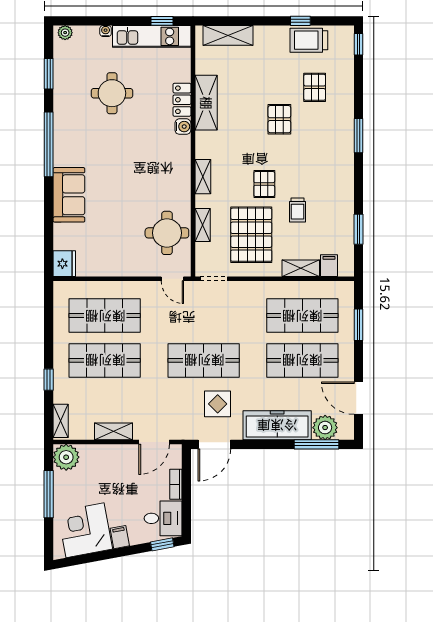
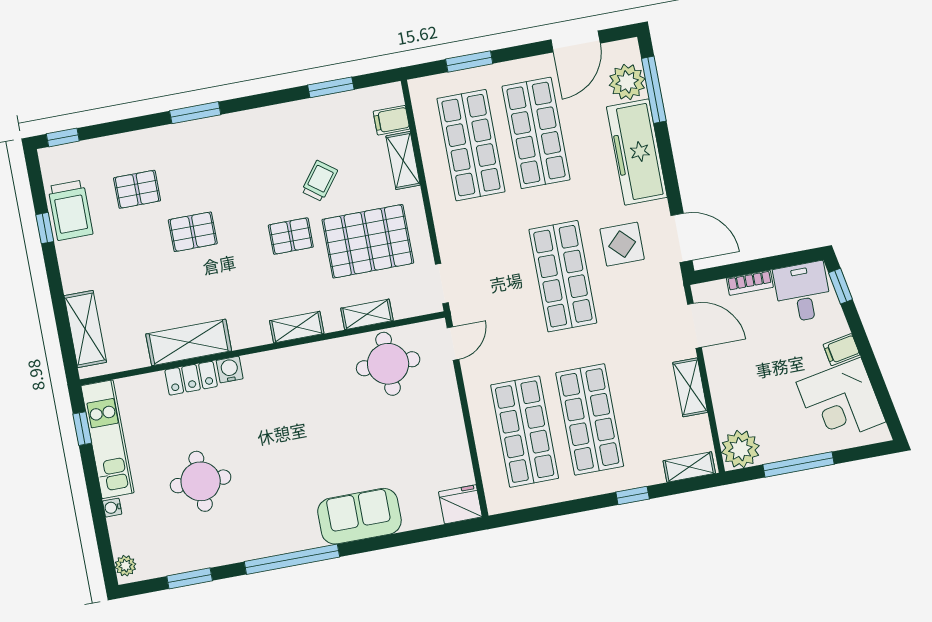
trolley: (298, 210) -> (319, 181), turned -53

